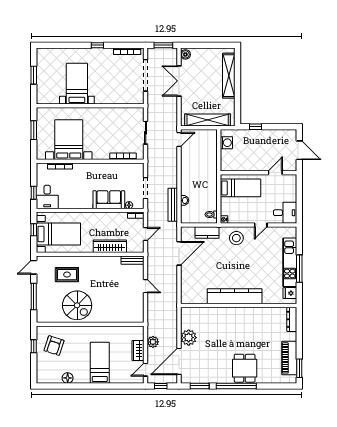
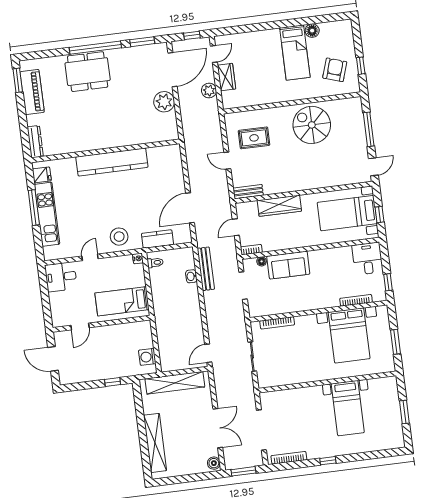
window: (34, 193) -> (388, 282), moved
rug: (67, 275) -> (254, 138), moved
bed: (100, 363) -> (295, 53), moved
dining table: (245, 368) -> (88, 72), width x1.38

